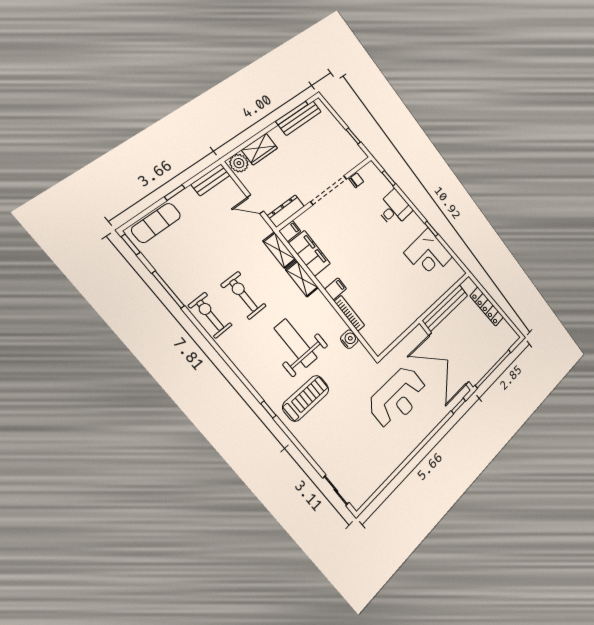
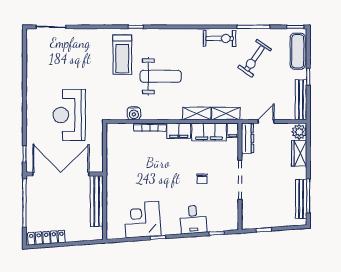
bench: (211, 180) -> (301, 100), width x1.36
chair: (356, 180) -> (202, 179), moved
filing cabinet: (335, 289) -> (179, 131), width x2.00
exercise bike: (244, 295) -> (255, 58), moved, turned 125
locker: (487, 307) -> (46, 238), moved

